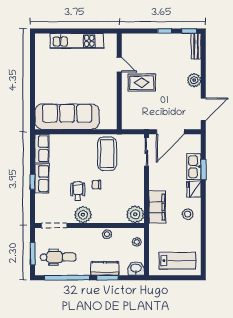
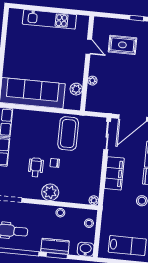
rug: (142, 83) -> (122, 45), moved
plant: (126, 98) -> (92, 81), added
plant: (111, 108) -> (76, 89), added
filing cabinet: (157, 207) -> (114, 173), moved
plant: (135, 214) -> (94, 200), width x0.53, depth x0.53
plant: (83, 215) -> (50, 192), moved

